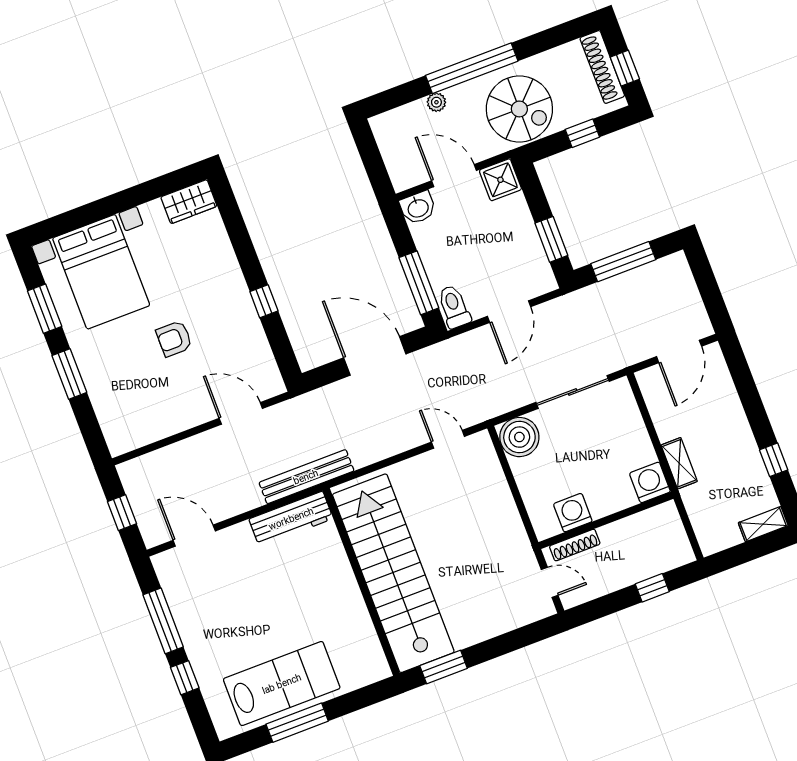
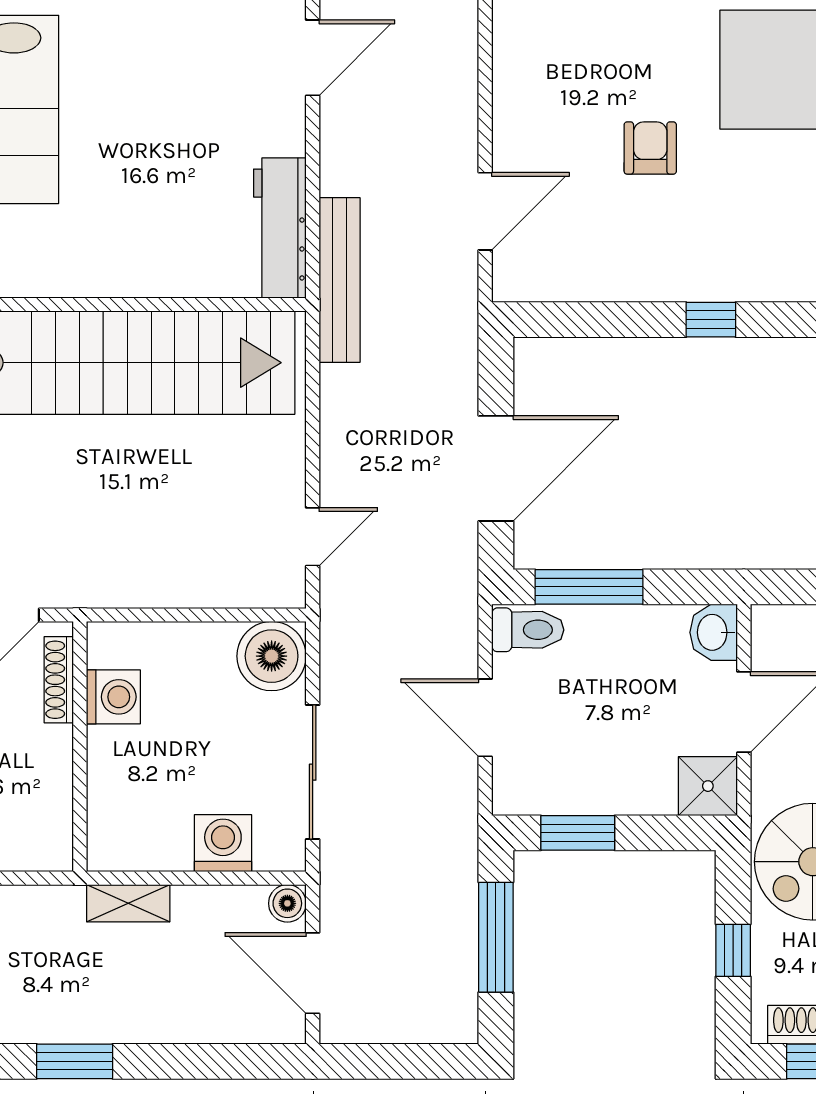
window: (264, 301) -> (711, 320), moved
boiler: (647, 379) -> (287, 903), added
window: (774, 460) -> (75, 1061), width x1.50
washing machine: (650, 482) -> (223, 843), moved, turned -90

